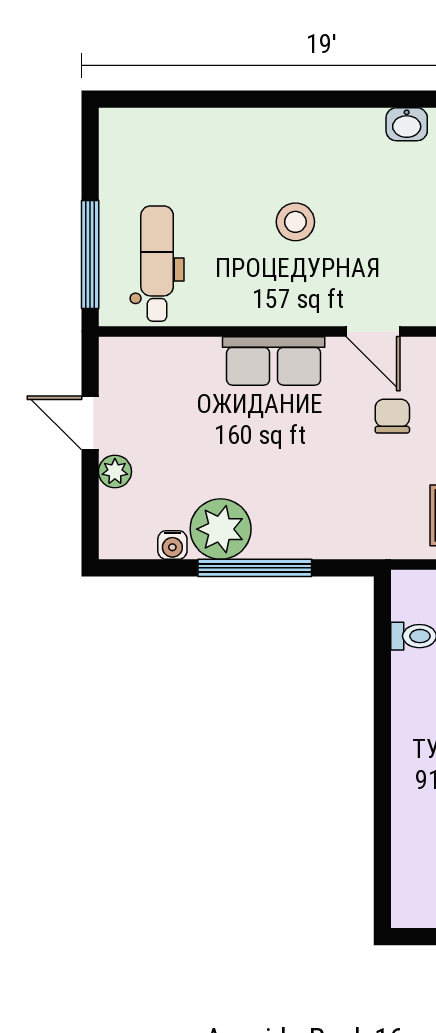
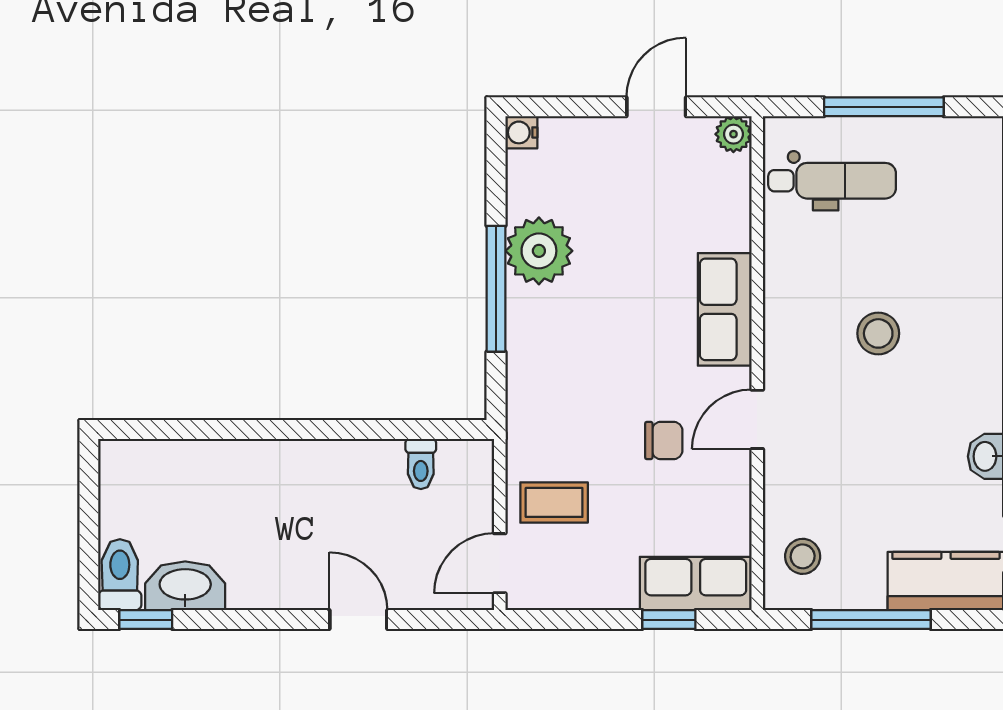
window: (90, 255) -> (884, 107), moved
plant: (115, 471) -> (733, 134), moved
water cooler: (172, 545) -> (521, 132), moved

